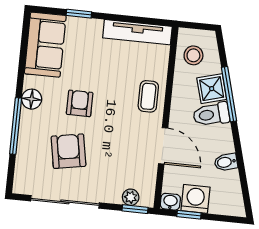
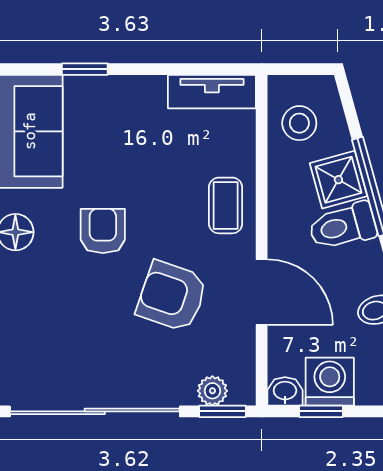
tv unit: (137, 32) -> (212, 92), width x0.71
armchair: (69, 151) -> (172, 296), moved, turned -61
sliding door: (65, 202) -> (95, 411), width x1.36

